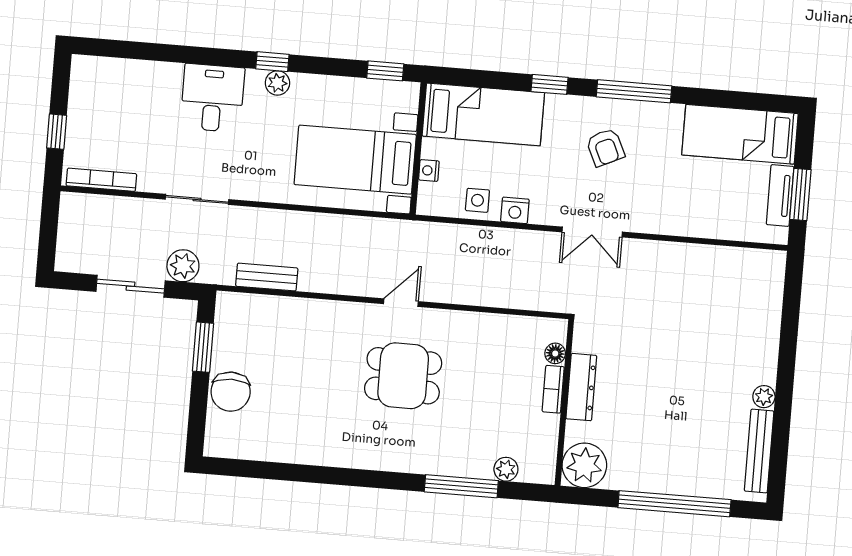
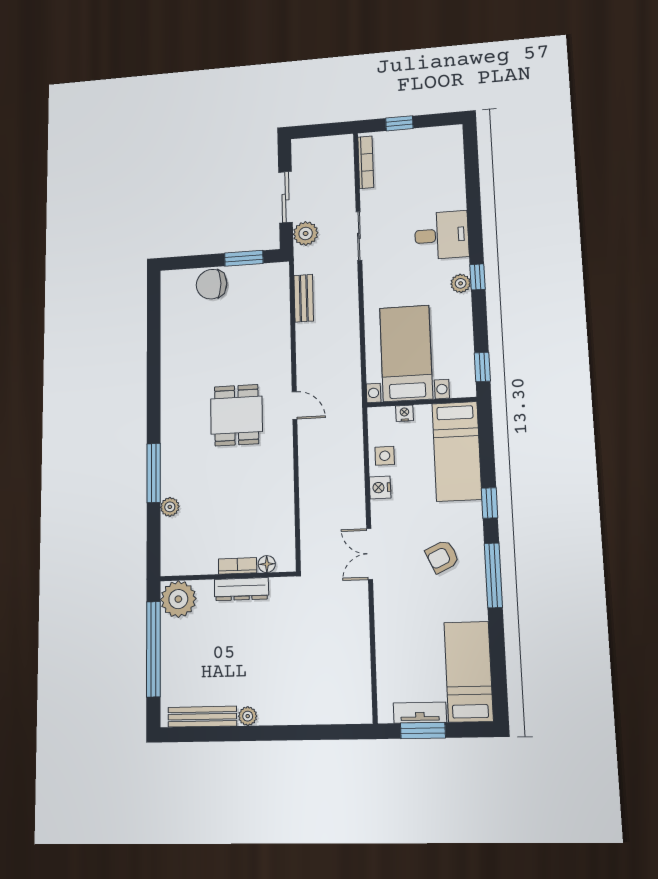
floor lamp: (555, 353) -> (267, 564), moved
dresser: (581, 387) -> (241, 589), moved
bookcase: (553, 389) -> (238, 566), moved
wall: (564, 402) -> (228, 576), moved
plant: (584, 465) -> (178, 599), moved

